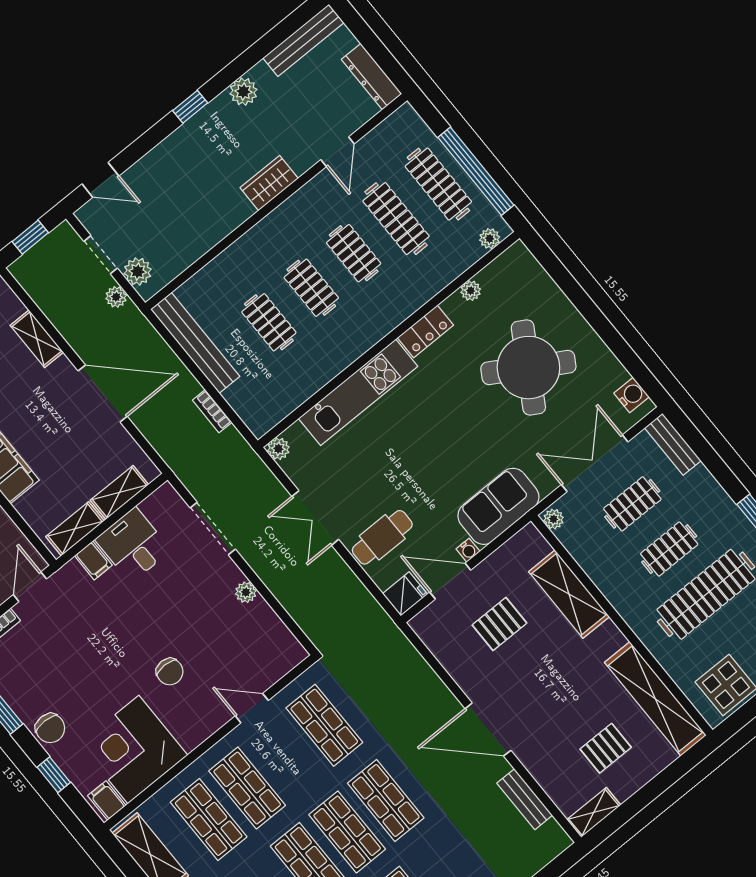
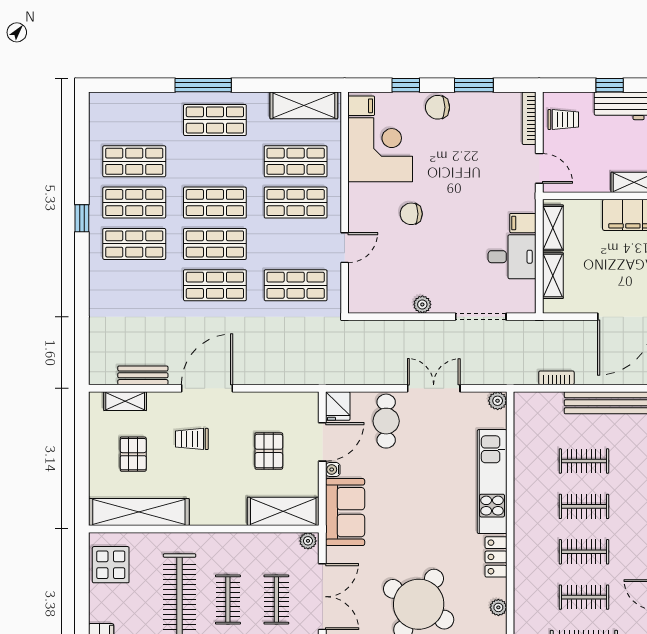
clothes rail: (396, 219) -> (584, 597), width x0.73
shelving: (569, 594) -> (283, 511), moved
trolley: (547, 705) -> (192, 439), added
shelving: (594, 812) -> (125, 401), moved, turned 90

